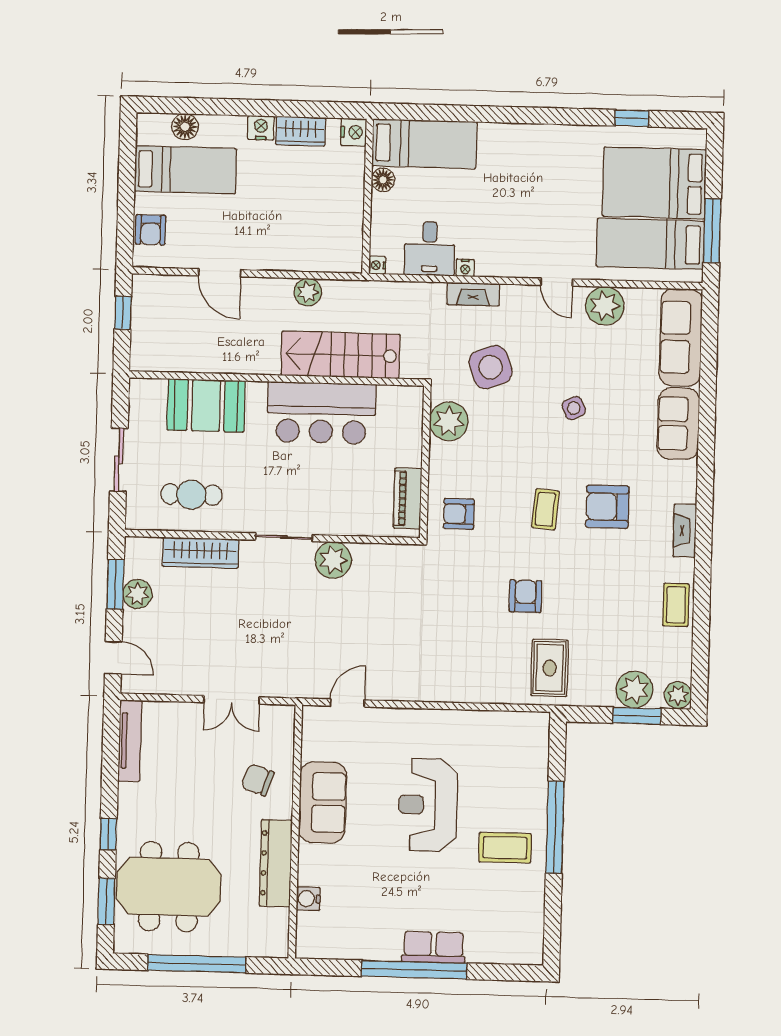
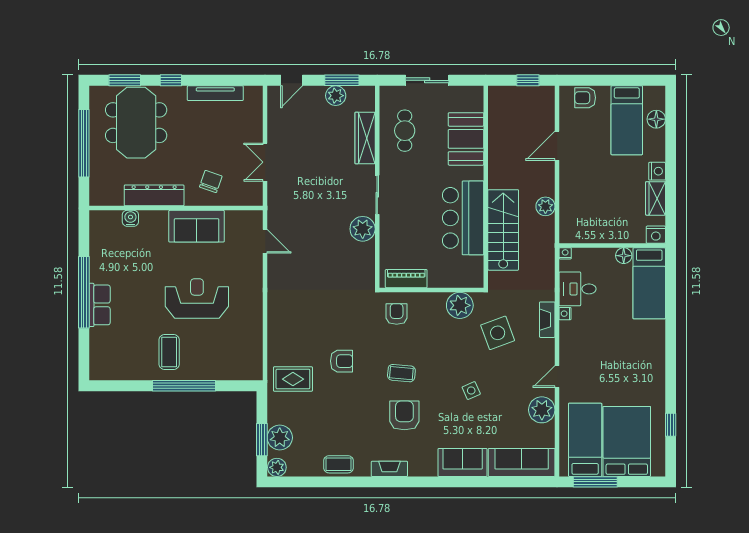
tv unit: (130, 741) -> (215, 93), moved

